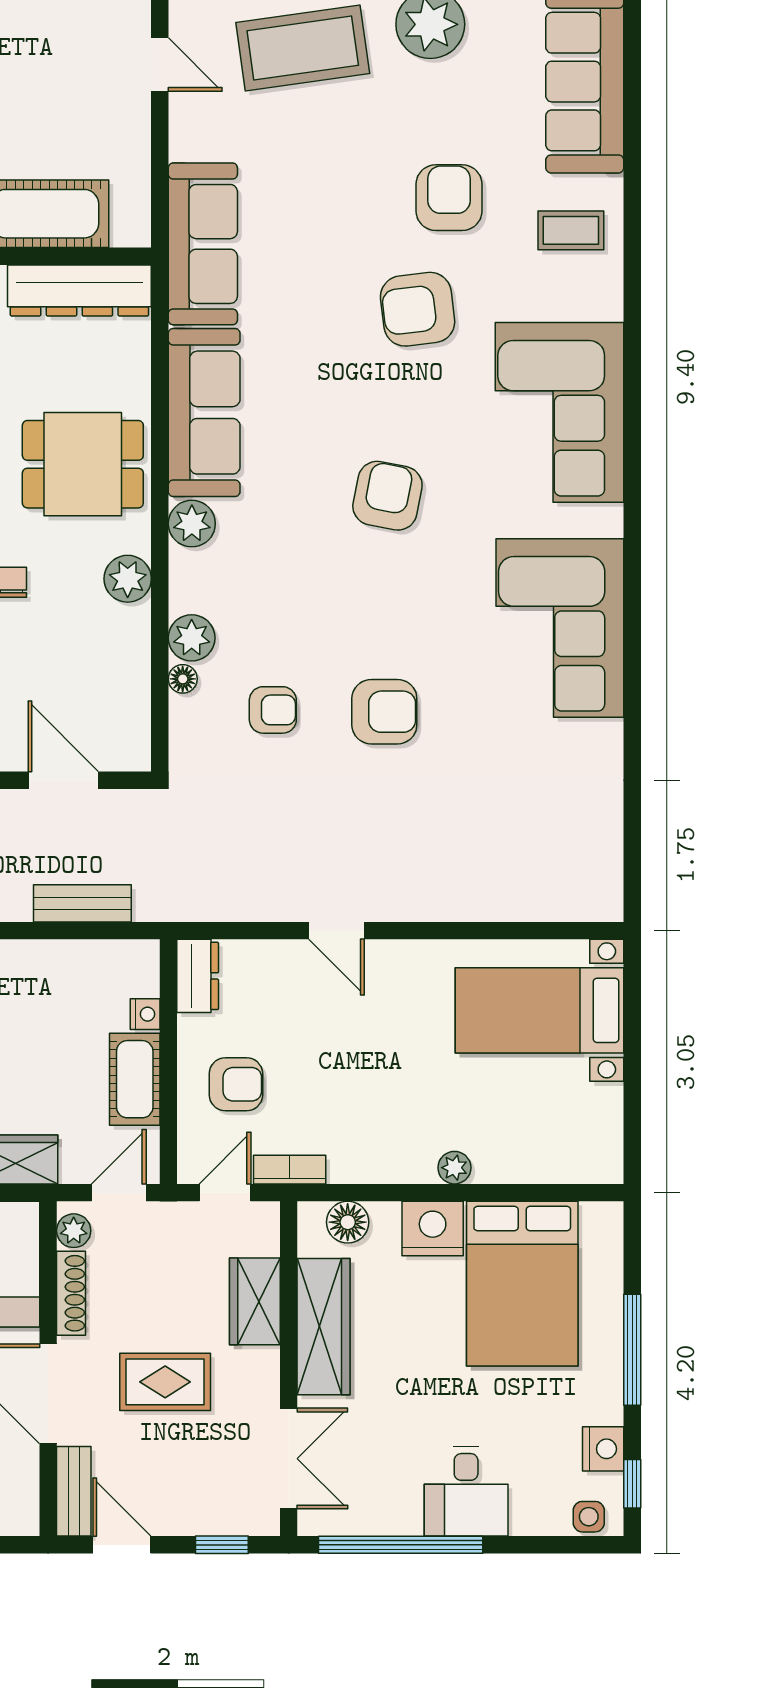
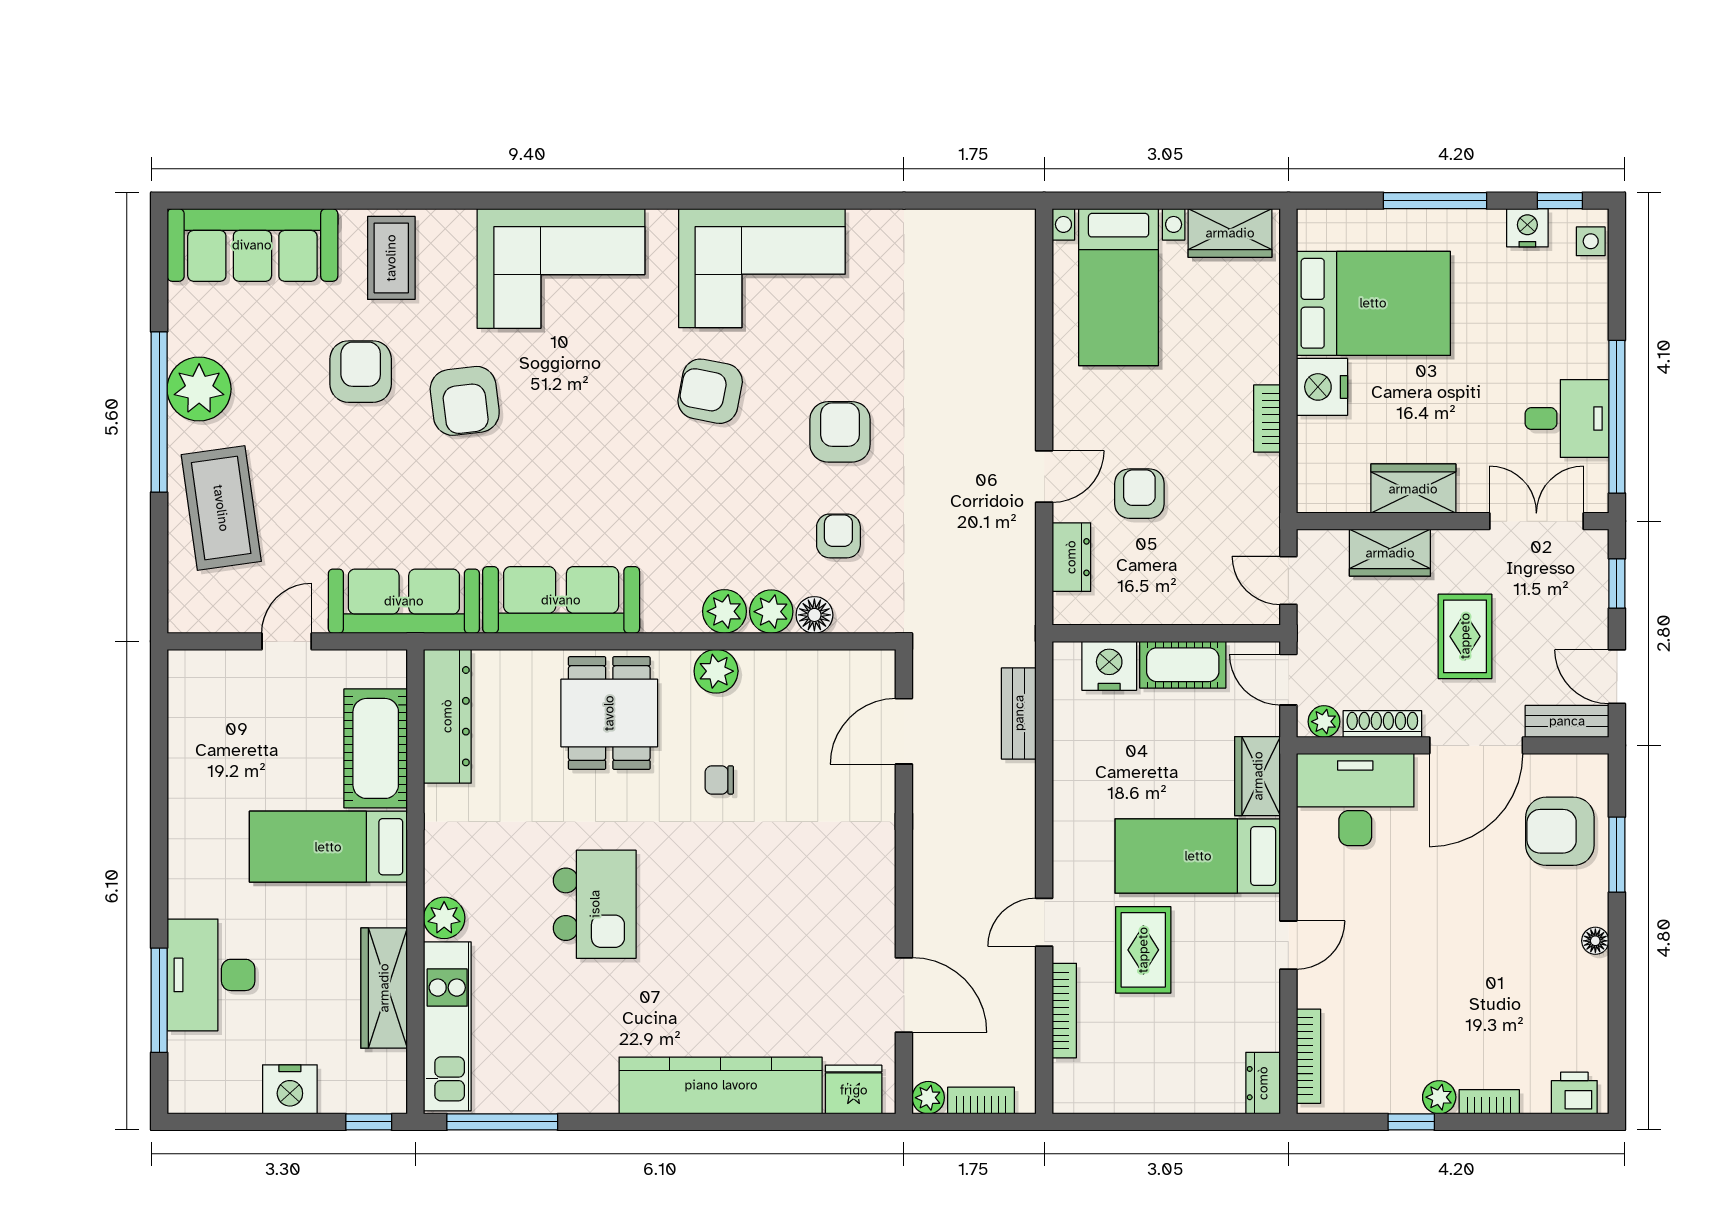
door: (160, 64) -> (287, 641), moved
armchair: (449, 198) -> (361, 372), turned 90
coffee table: (571, 230) -> (391, 258), width x1.36, depth x1.30
armchair: (387, 496) -> (710, 391), moved
plant: (192, 524) -> (724, 611), moved
floor lamp: (183, 679) -> (814, 615), width x1.37, depth x1.37
dresser: (198, 976) -> (1071, 557), moved, turned 90
nightstand: (145, 1014) -> (1109, 666), width x1.89, depth x1.79
armchair: (236, 1084) -> (1139, 494), moved
wardrobe: (598, 1130) -> (1230, 233), added
plant: (454, 1168) -> (1265, 366), removed
bookcase: (290, 1170) -> (1267, 418), moved
floor lamp: (348, 1222) -> (1316, 466), removed
wardrobe: (324, 1327) -> (1413, 489), width x0.67
desk: (466, 1491) -> (1567, 419), moved
door: (122, 1545) -> (1617, 677), hinge flipped

